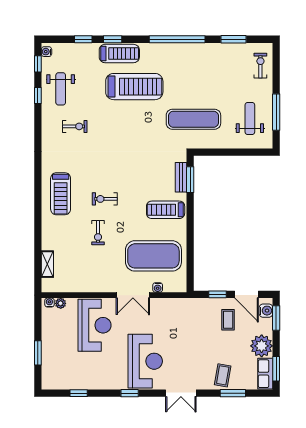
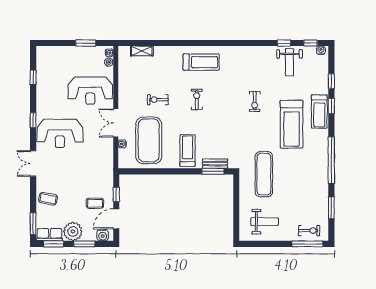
weight bench: (61, 89) -> (289, 62), turned -90
window: (276, 112) -> (308, 244), moved
exercise bike: (75, 126) -> (255, 101), moved
treadmill: (61, 194) -> (201, 62), turned 180
exercise bike: (98, 233) -> (158, 100), moved
window: (276, 318) -> (84, 244), moved
window: (38, 353) -> (86, 43), moved
window: (233, 393) -> (33, 224), moved

